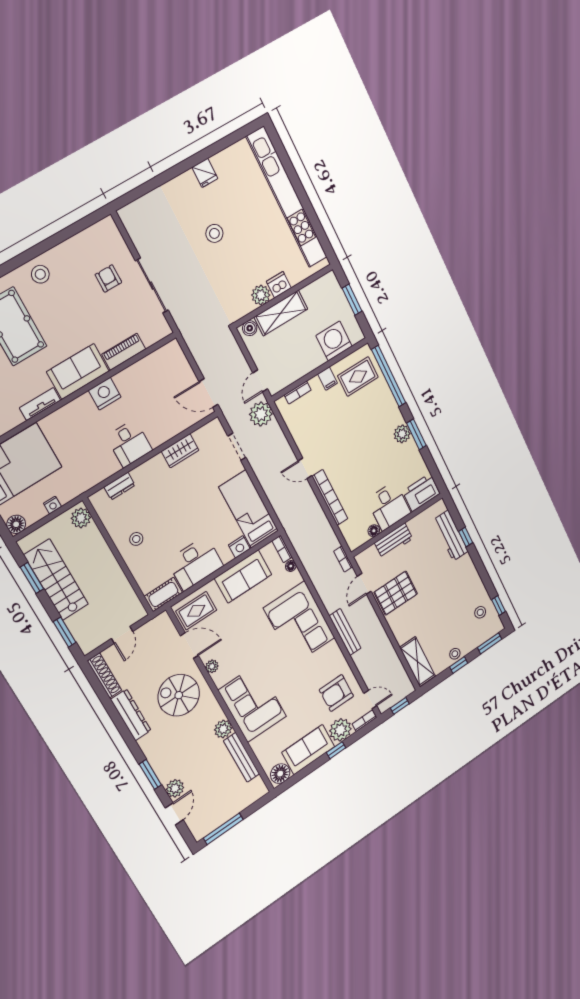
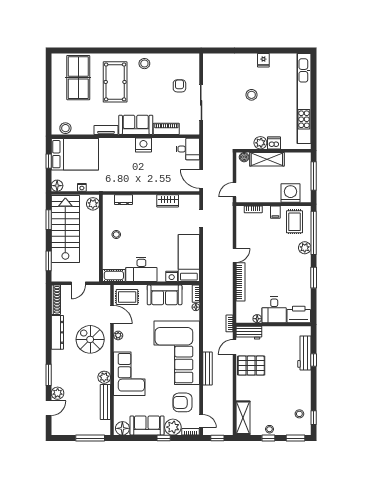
window: (352, 300) -> (314, 176), width x1.44
rug: (358, 376) -> (294, 222), turned 90
plant: (261, 414) -> (225, 209), removed
plant: (402, 434) -> (305, 248), moved
desk: (129, 443) -> (188, 149), moved, turned -90
door: (305, 468) -> (235, 255), swing flipped
workbench: (394, 541) -> (249, 333), moved
stairs: (56, 580) -> (65, 229), width x1.36, depth x1.51
corner sofa: (299, 623) -> (177, 353), width x1.36, depth x1.36
window: (223, 829) -> (90, 438), moved

